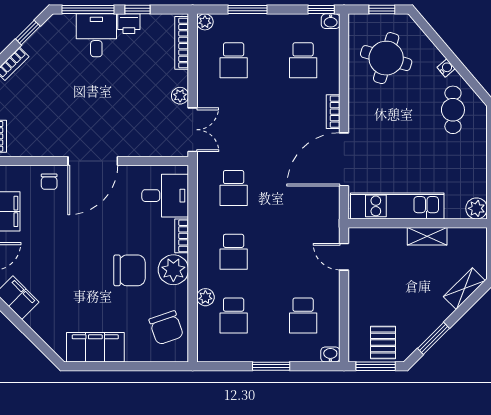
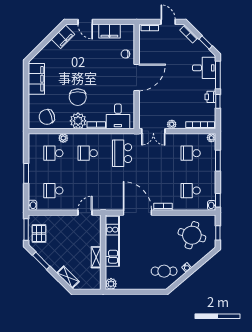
desk: (96, 35) -> (204, 68), moved
door: (93, 161) -> (137, 77), swing flipped
school desk: (234, 188) -> (122, 153), width x1.85
pallet: (383, 343) -> (39, 233), turned 90

